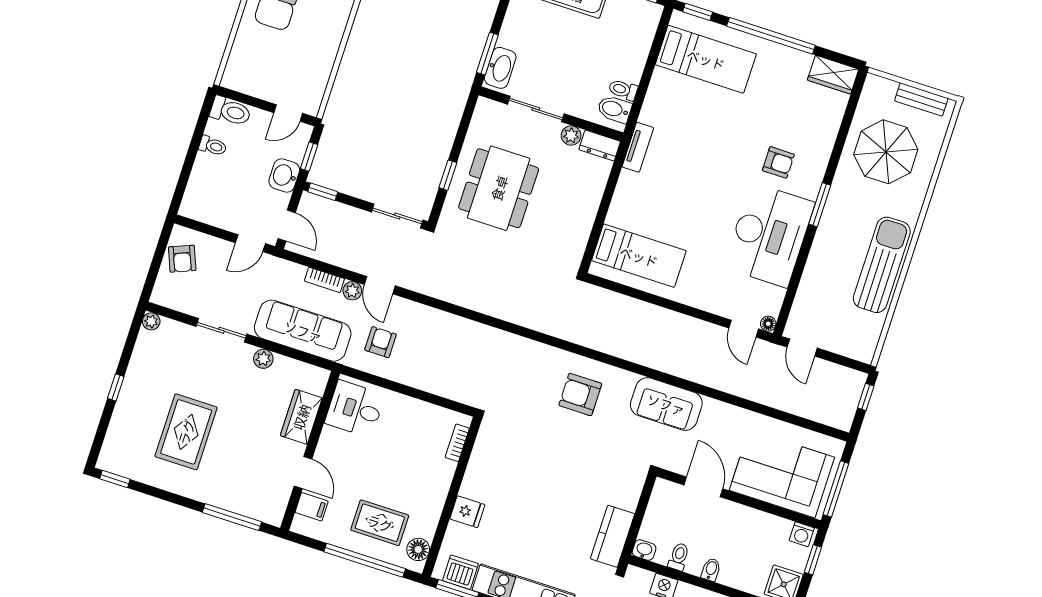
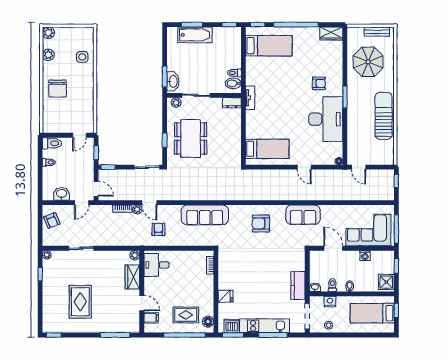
plant: (571, 136) -> (176, 102), moved
washbasin: (284, 176) -> (62, 194), moved, turned 90
door: (744, 329) -> (304, 167), moved
sofa: (303, 331) -> (205, 215), moved, turned 180
plant: (263, 359) -> (135, 255), moved
window: (116, 387) -> (40, 274), moved
washing machine: (802, 534) -> (365, 256), moved

